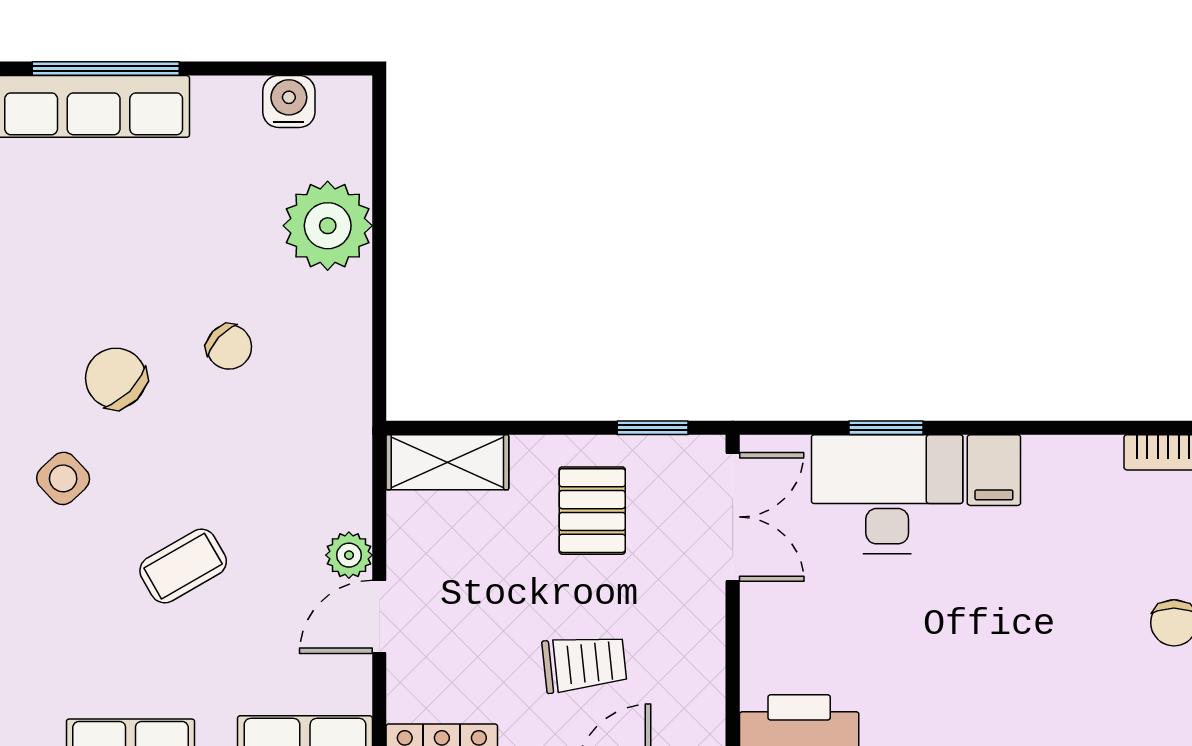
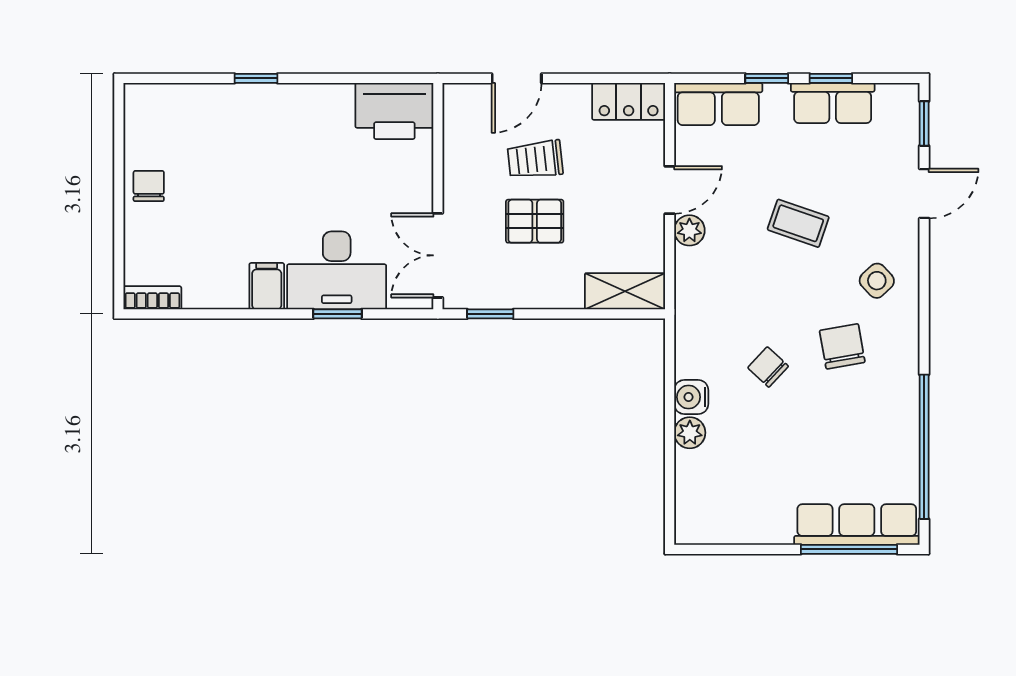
water cooler: (289, 101) -> (691, 397), moved, turned 90
plant: (328, 226) -> (690, 433), width x0.53, depth x0.53
chair: (116, 378) -> (842, 346), turned -145
pallet: (592, 511) -> (535, 221), moved, turned 90
coffee table: (183, 566) -> (798, 223), turned 49

